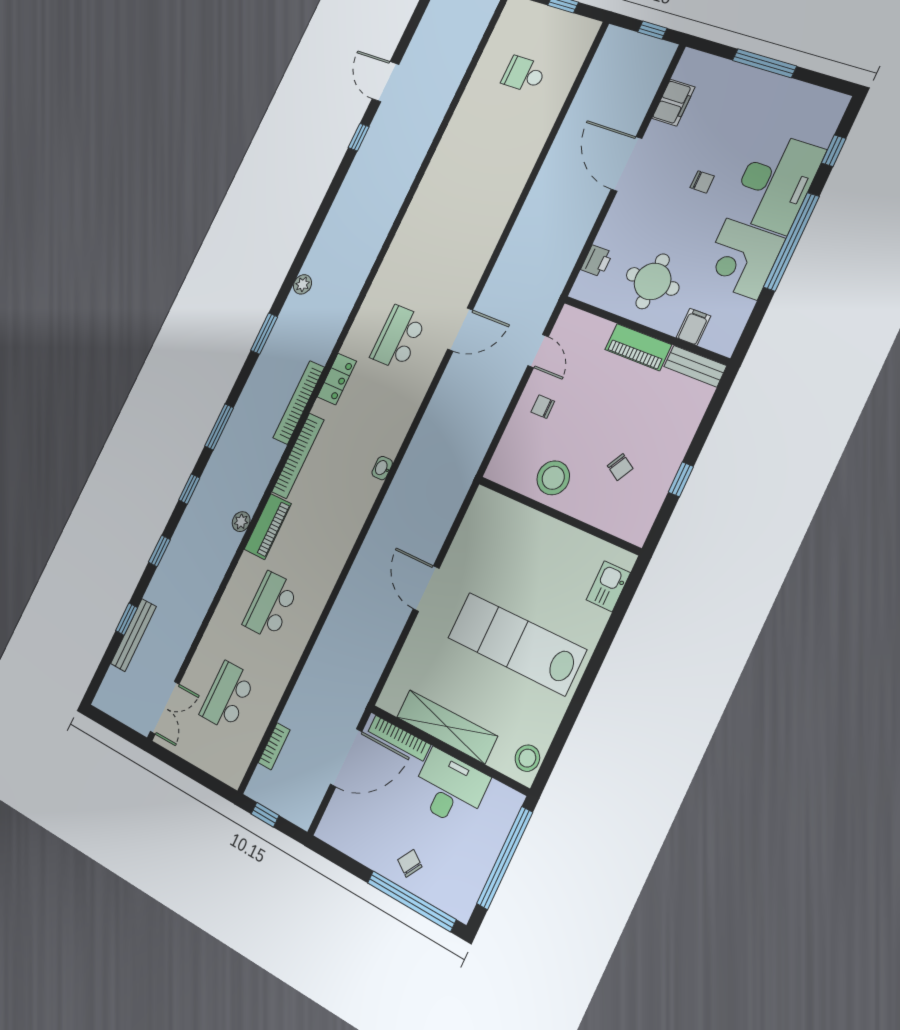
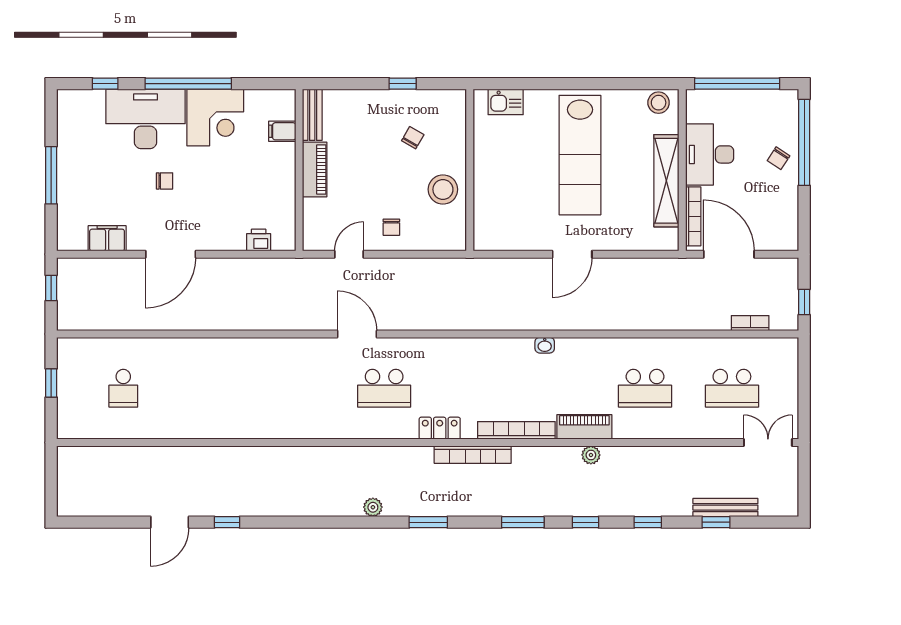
chair: (702, 182) -> (165, 181), turned 90
round table: (653, 281) -> (258, 183), removed
washbasin: (382, 468) -> (545, 345), moved

